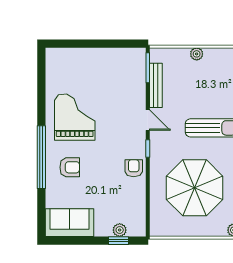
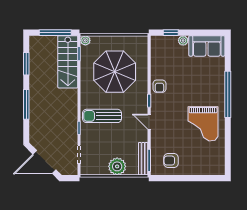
plant: (197, 54) -> (117, 166), width x1.87, depth x1.87
bench: (156, 85) -> (143, 159), moved
armchair: (70, 167) -> (171, 161), moved
plant: (120, 230) -> (183, 41), moved

